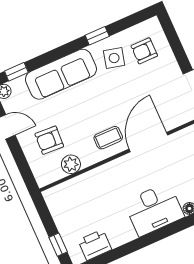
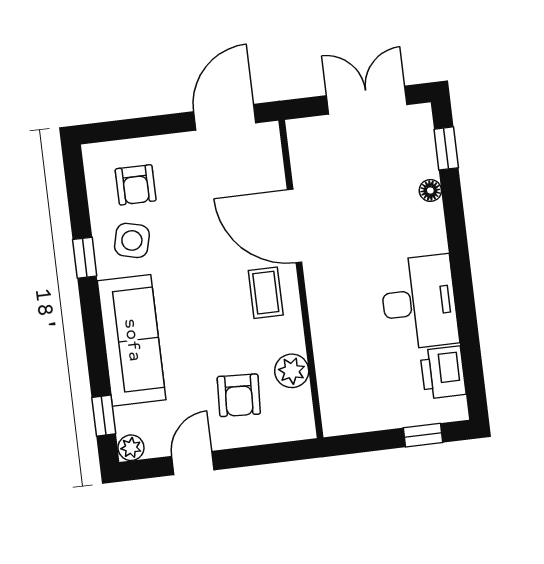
desk: (154, 209) -> (419, 302), moved

